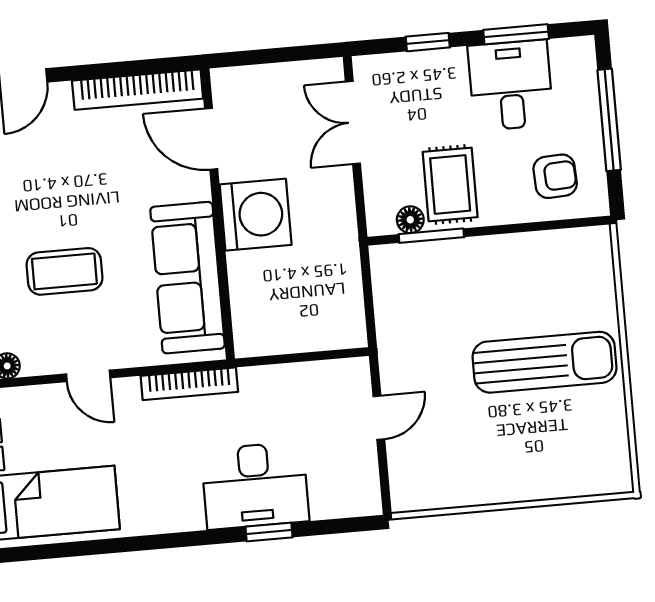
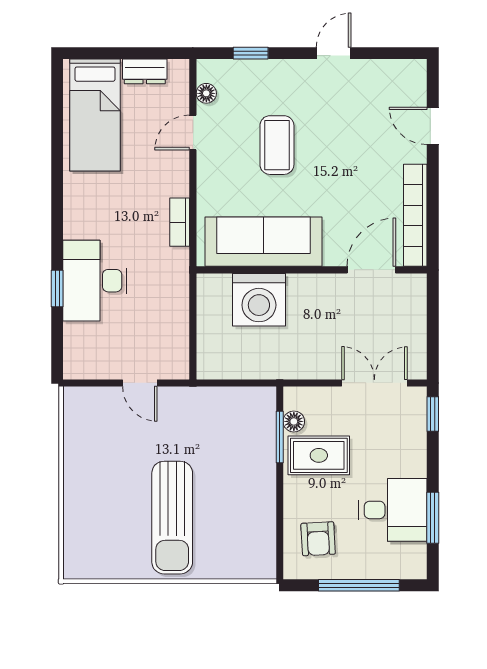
window: (428, 42) -> (433, 414), moved
washing machine: (256, 215) -> (259, 300), moved
door: (88, 376) -> (193, 133), moved
bookcase: (189, 384) -> (180, 222), width x0.64

